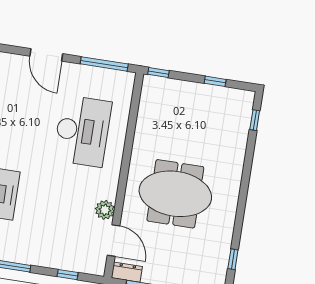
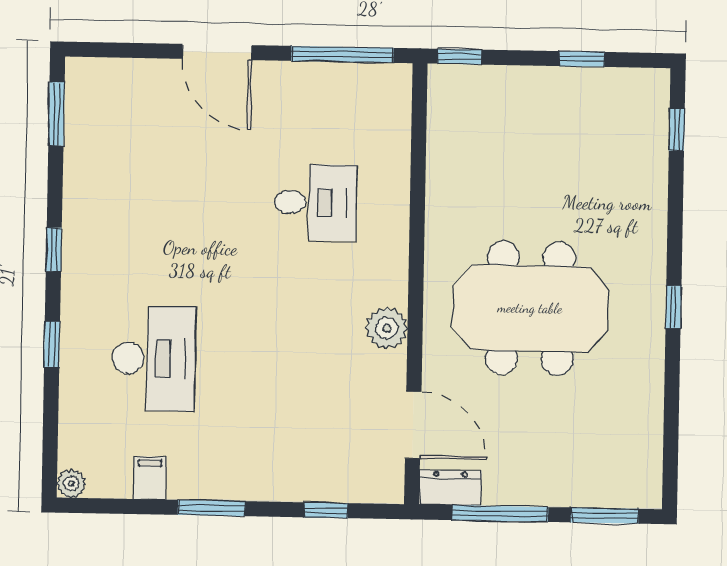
desk: (82, 131) -> (316, 202), width x0.53, depth x0.77
plant: (105, 210) -> (387, 328), moved
window: (233, 259) -> (673, 307), moved

